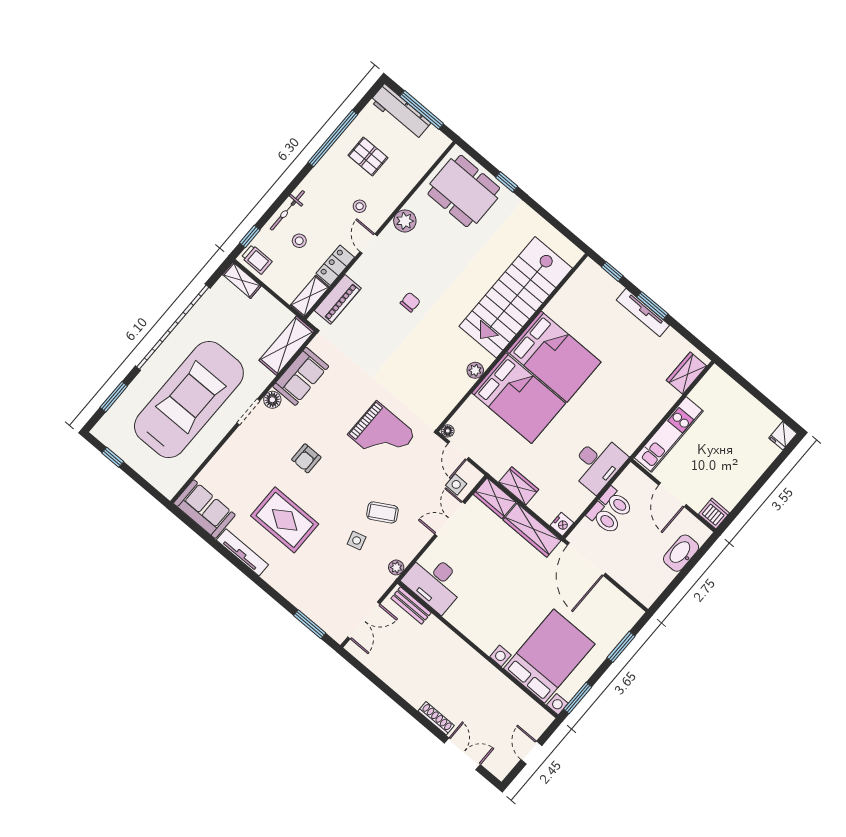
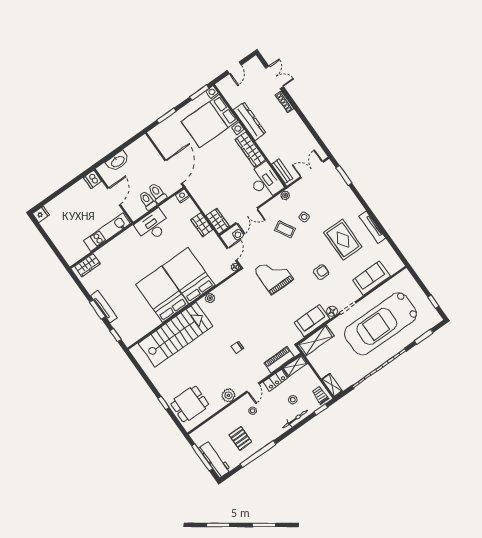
dining table: (464, 191) -> (190, 404), width x0.73
sofa: (204, 509) -> (371, 278), moved, turned 90
wardrobe: (532, 530) -> (250, 149), moved, turned 180
dresser: (485, 673) -> (250, 121), added
double door: (462, 754) -> (275, 77), swing flipped

